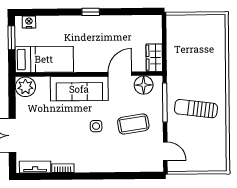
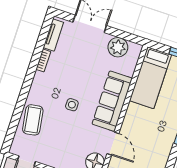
plant: (25, 87) -> (118, 47), moved
coffee table: (133, 124) -> (33, 120), moved

